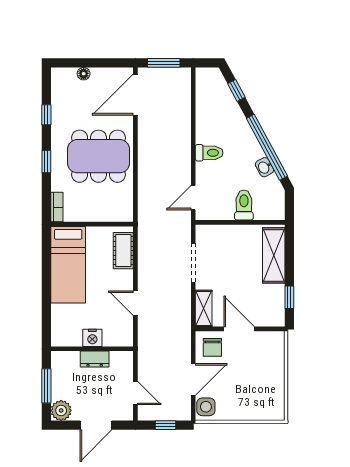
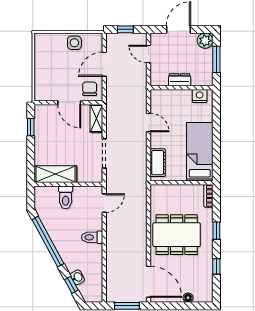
door: (135, 95) -> (148, 282), hinge flipped
washbasin: (264, 167) -> (77, 277), moved
shelving: (274, 255) -> (55, 174), moved, turned 90
nightstand: (92, 338) -> (200, 96), moved
side table: (206, 407) -> (74, 43), moved

